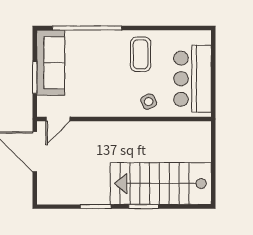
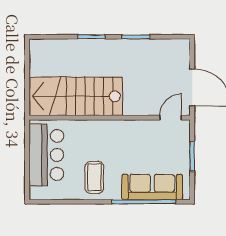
sofa: (51, 63) -> (152, 187), moved, turned 90
side table: (149, 102) -> (87, 134), removed
stairs: (161, 184) -> (76, 96), moved, turned 180

